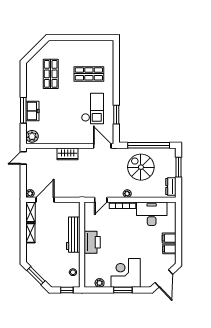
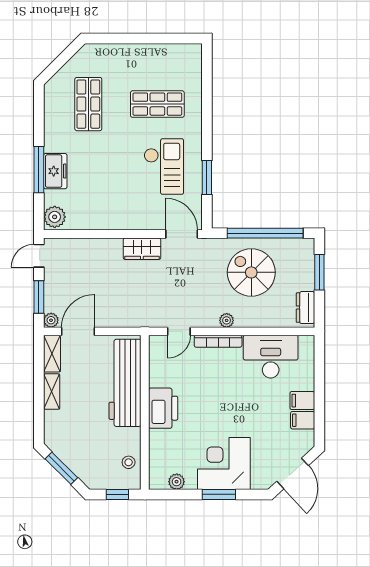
wardrobe: (68, 154) -> (142, 249), moved
window: (23, 181) -> (39, 297), added
workbench: (73, 235) -> (125, 383), width x1.36, depth x1.32

